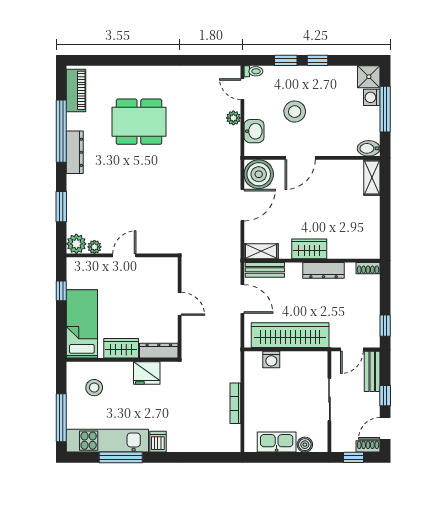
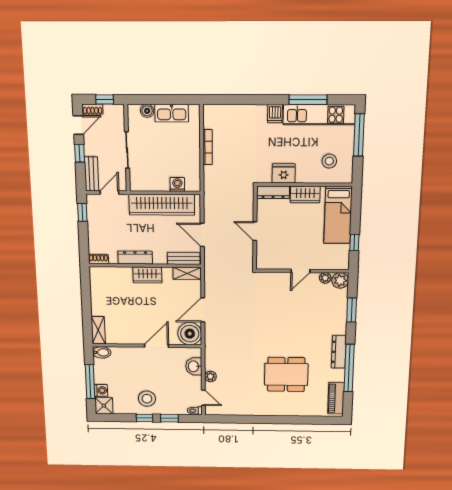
stool: (295, 112) -> (147, 399), moved

